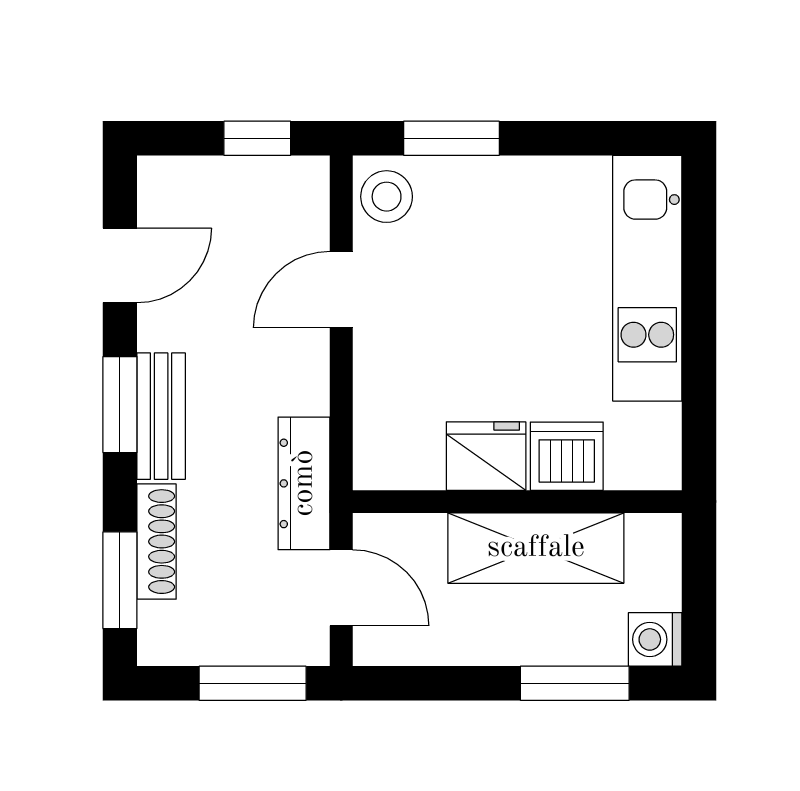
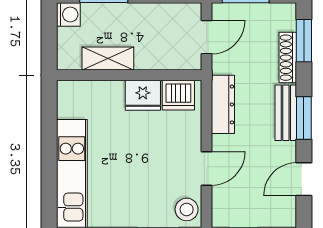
dishwasher: (567, 456) -> (178, 95), moved
dresser: (304, 483) -> (223, 104), moved
shelving: (536, 548) -> (108, 59), width x0.67, depth x0.75
door: (341, 588) -> (207, 37), swing flipped

